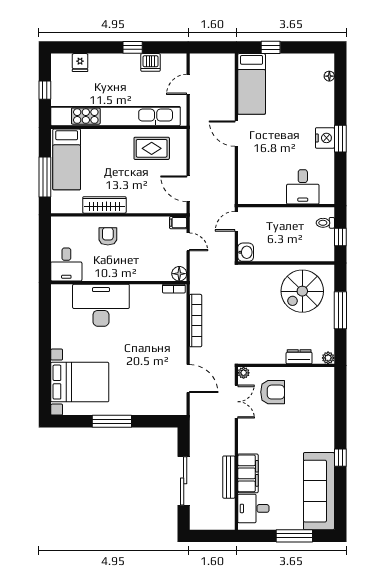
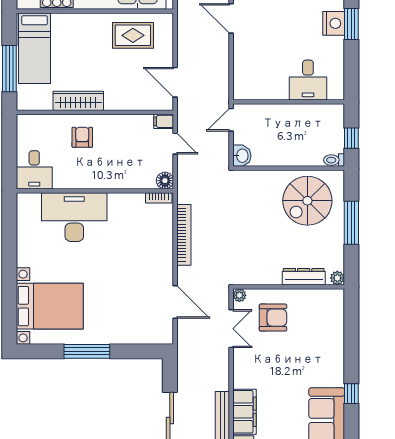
toilet: (325, 223) -> (334, 160), moved
dresser: (299, 357) -> (304, 277), width x1.44

